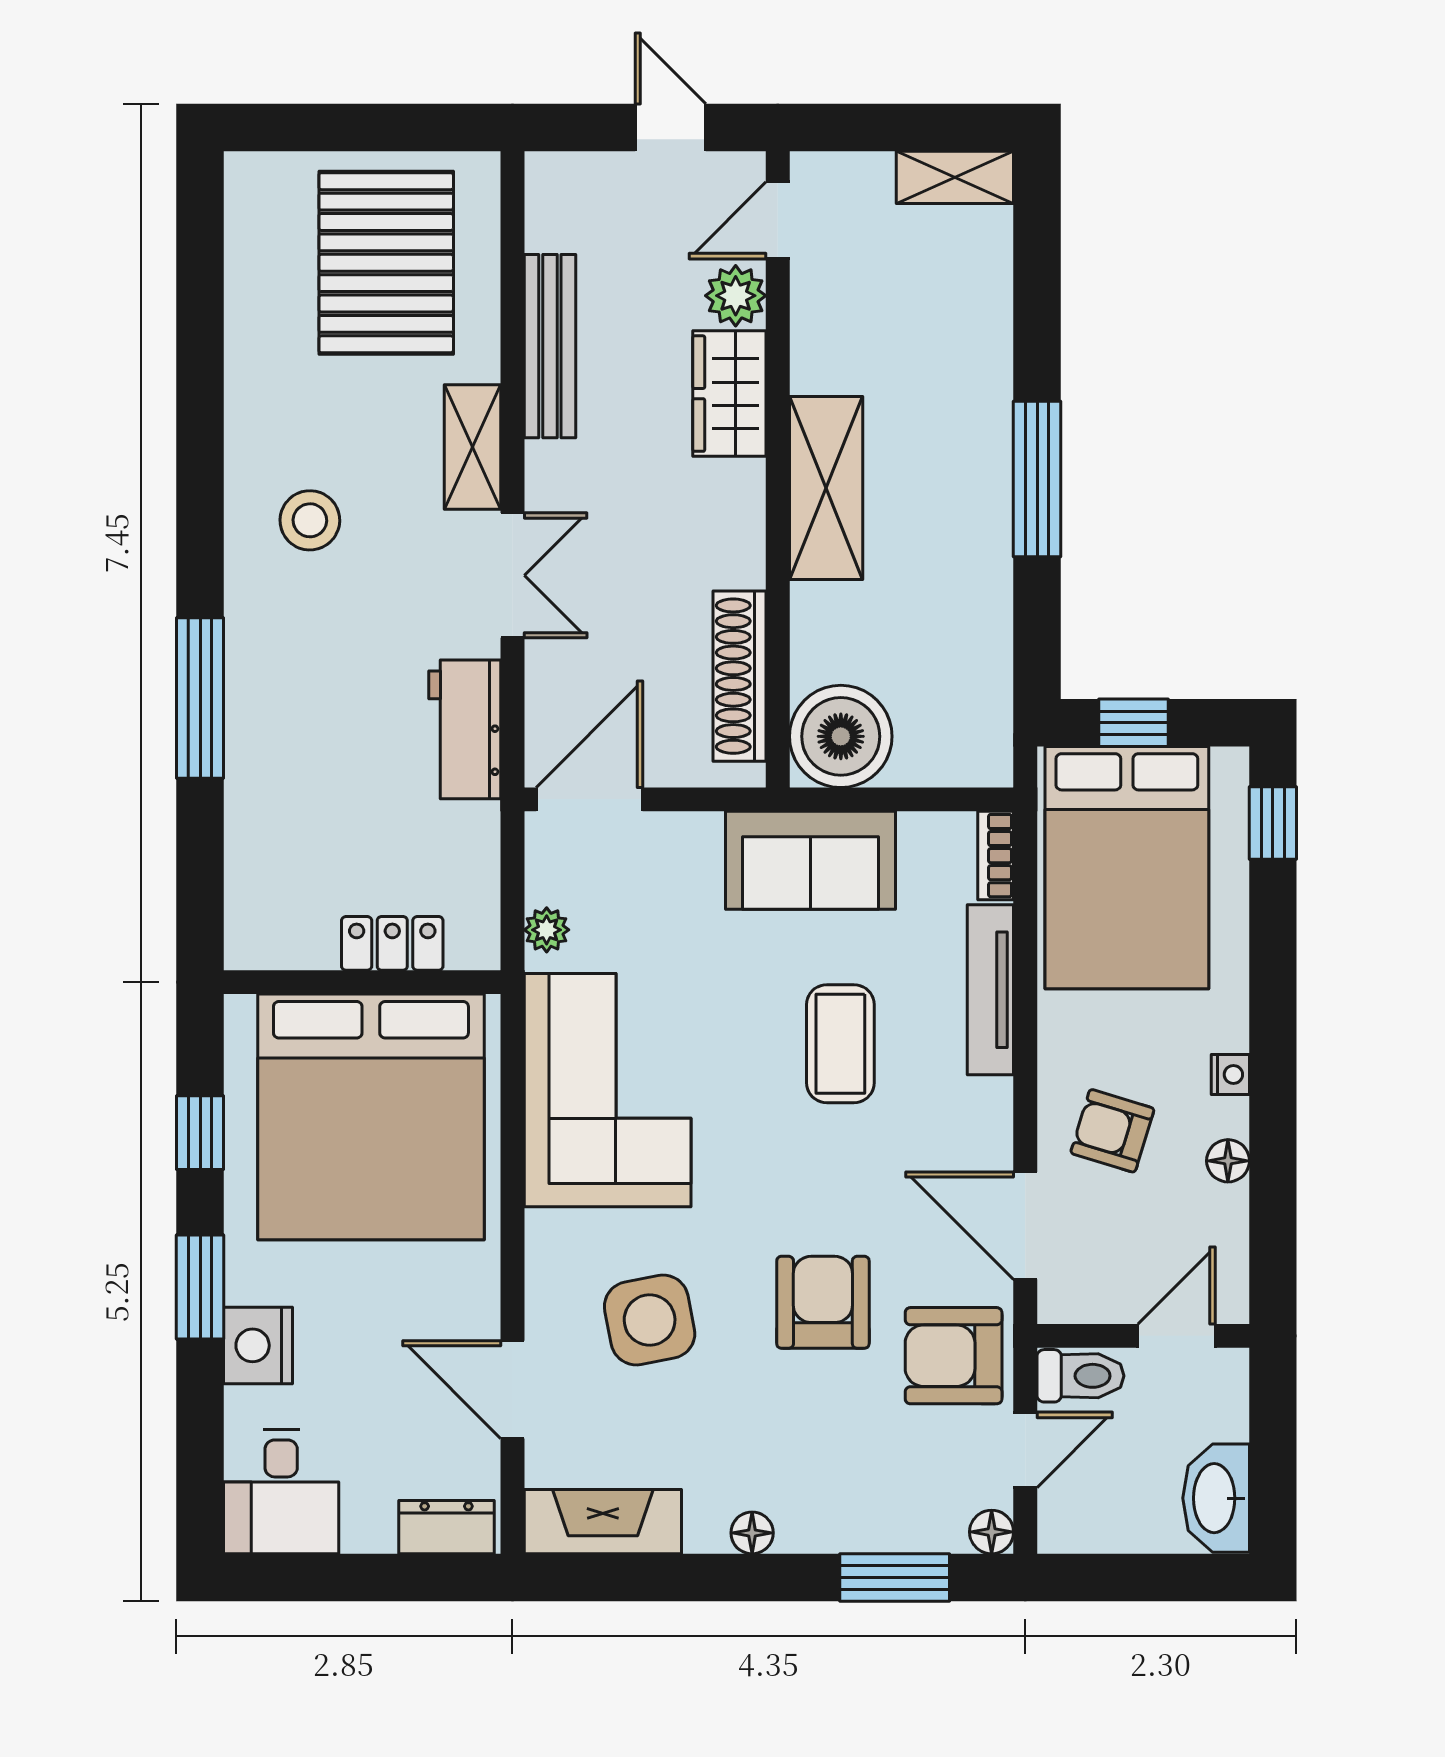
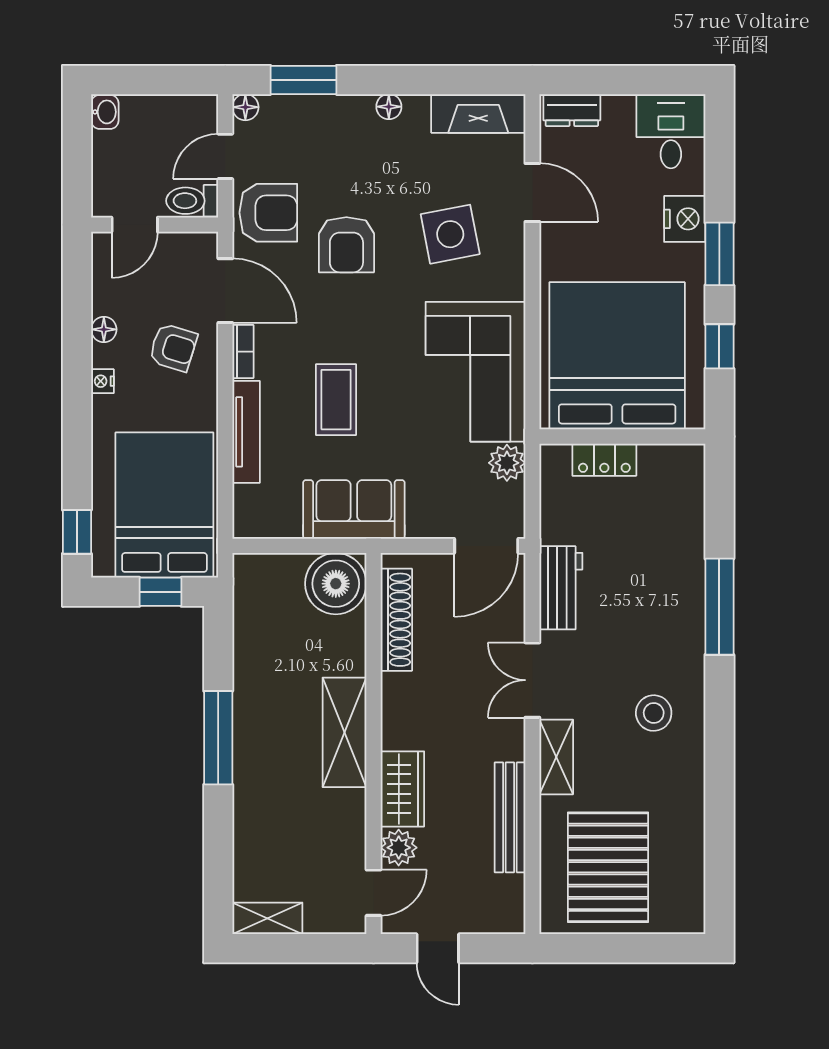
bookcase: (996, 856) -> (243, 352), moved
plant: (547, 930) -> (507, 463), width x1.38, depth x1.38
washbasin: (1216, 1498) -> (105, 112), width x0.52, depth x0.69

